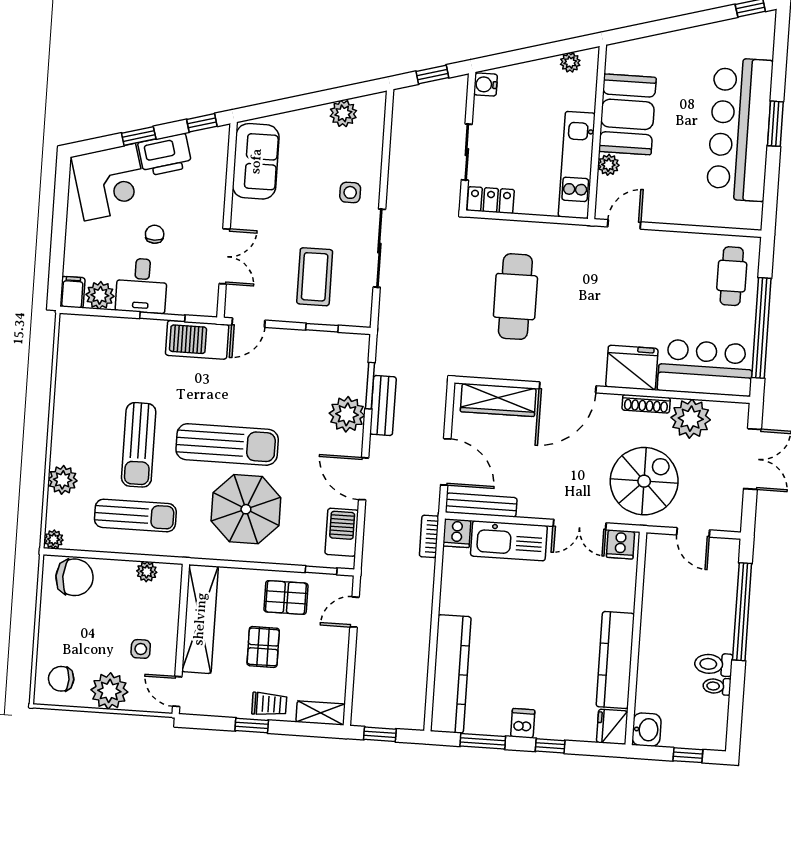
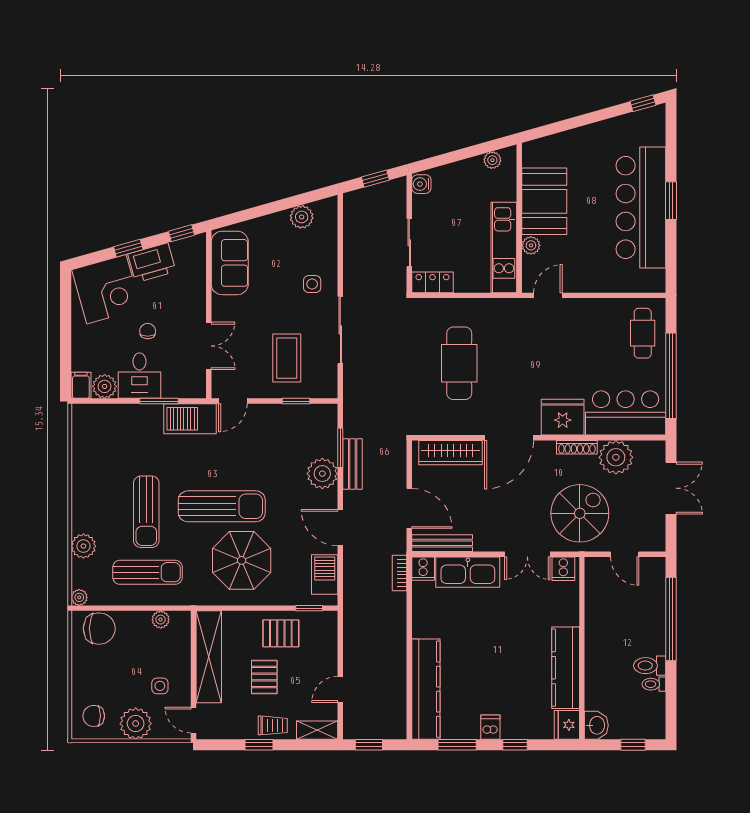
door: (355, 612) -> (340, 689), moved

